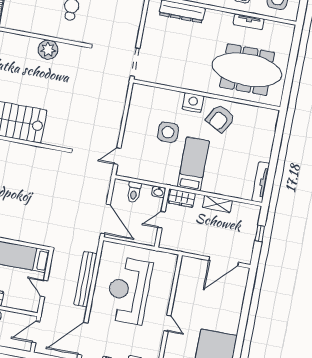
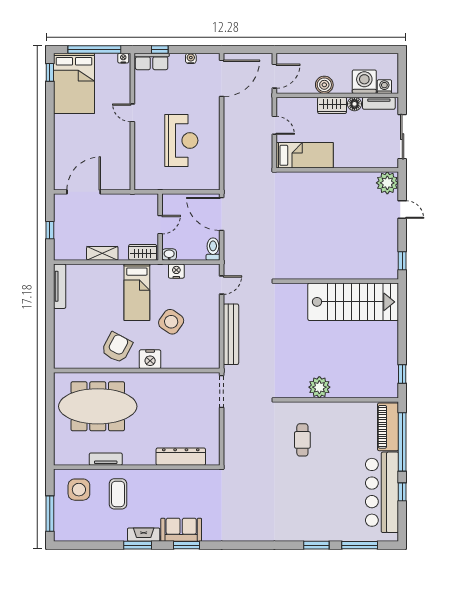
side table: (168, 132) -> (171, 322), turned 35
nightstand: (155, 176) -> (176, 271), added
toilet: (134, 192) -> (213, 249), moved
bench: (86, 279) -> (231, 334), moved
reception desk: (129, 291) -> (181, 140), width x0.74, depth x0.77

